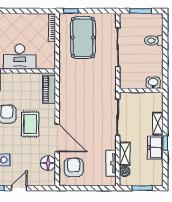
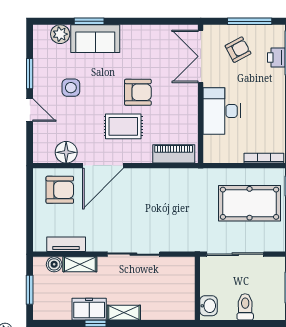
washbasin: (153, 83) -> (208, 306), moved
wall: (141, 90) -> (197, 288), moved

